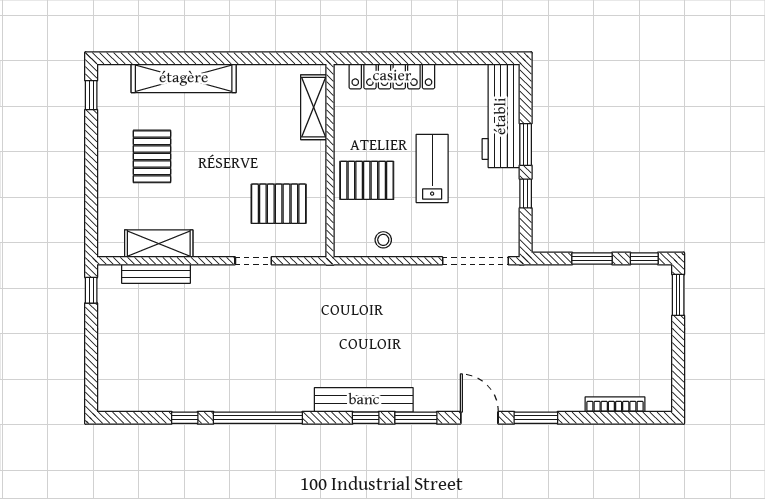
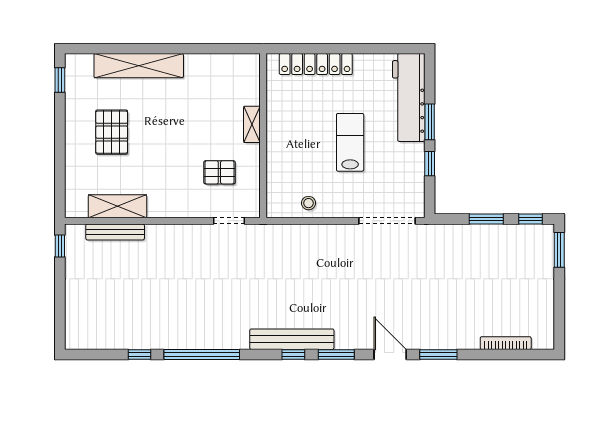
shelving: (314, 107) -> (252, 124), moved, width x0.67, depth x0.75
pallet: (367, 180) -> (294, 152), removed
pallet: (279, 204) -> (219, 172), width x0.67, depth x0.71
doorway: (253, 261) -> (229, 221), moved

